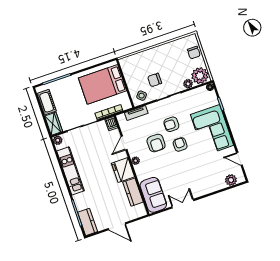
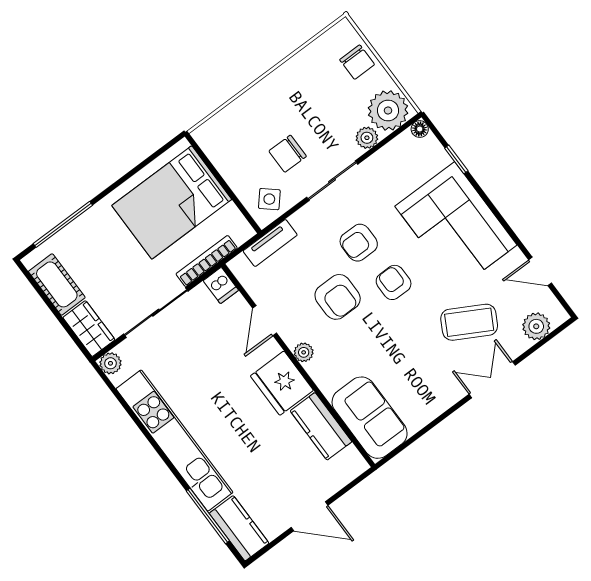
coffee table: (205, 170) -> (469, 322), added
kitchen unit: (70, 171) -> (174, 441), width x1.36
double door: (183, 204) -> (492, 380), moved

